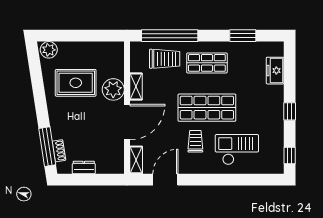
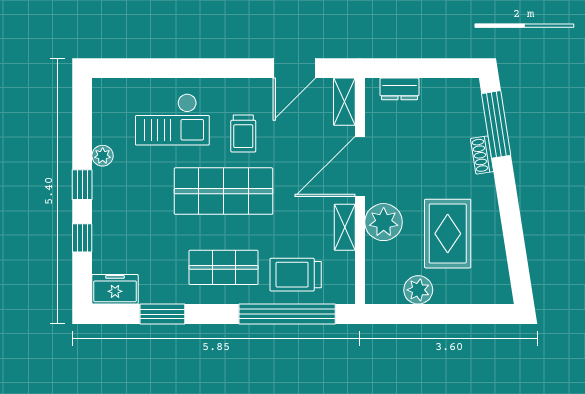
plant: (49, 50) -> (418, 290), moved
freezer: (275, 71) -> (115, 289), moved, turned -90
rug: (76, 83) -> (448, 234), turned 90
plant: (278, 128) -> (103, 156), added
shoe rack: (59, 151) -> (482, 155), moved
window: (290, 156) -> (82, 238), moved
dresser: (84, 167) -> (399, 89), moved

